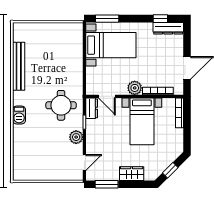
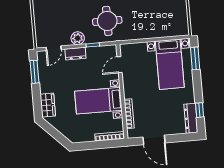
plant: (135, 88) -> (130, 91), removed
dresser: (92, 108) -> (75, 54), moved
door: (84, 163) -> (54, 48), hinge flipped
window: (170, 170) -> (53, 132), removed
wardrobe: (132, 174) -> (48, 105), moved

